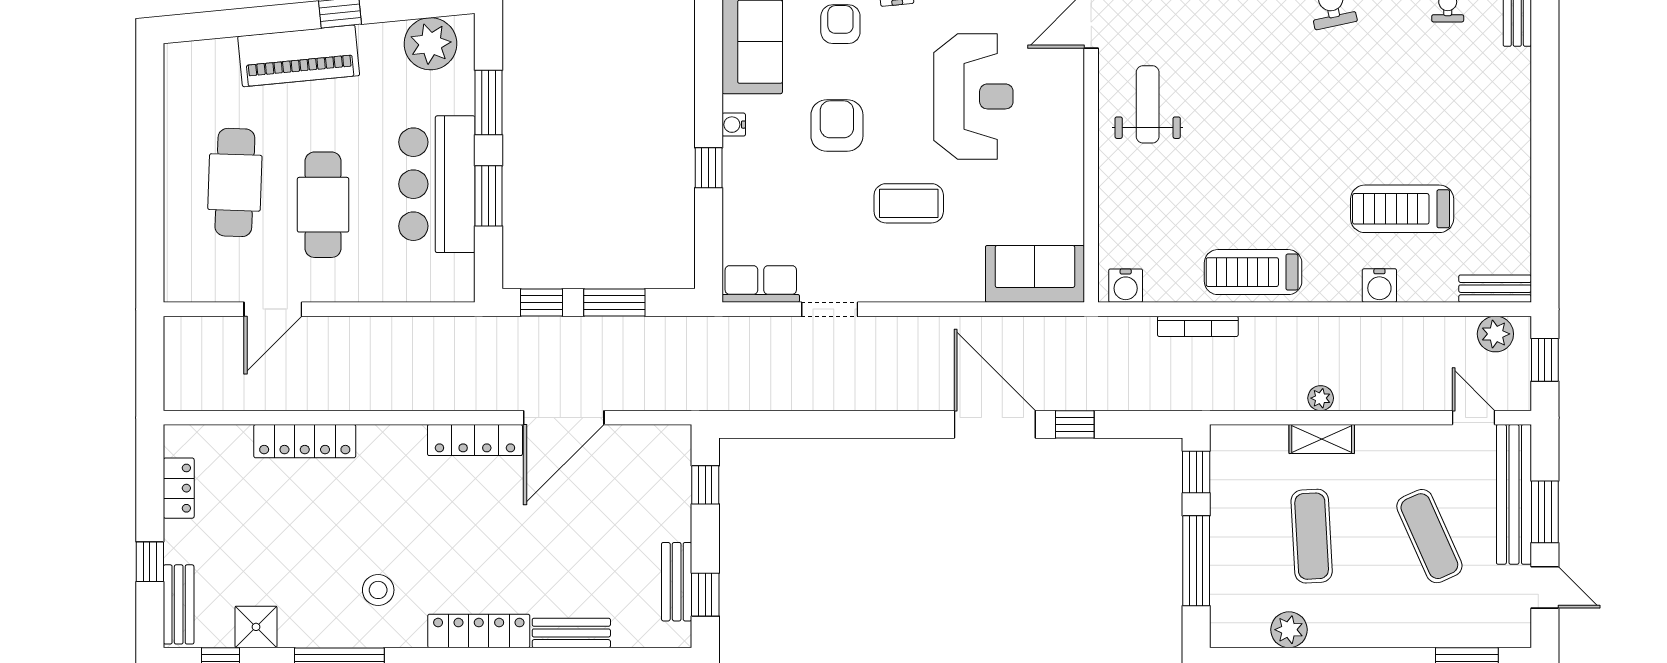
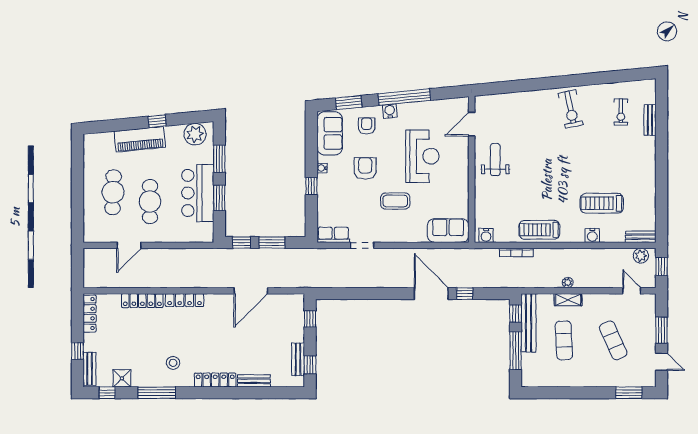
locker: (475, 440) -> (185, 300), moved
locker: (179, 488) -> (90, 314), width x1.53
bench: (1514, 494) -> (529, 323), moved
plant: (1289, 630) -> (554, 380), removed

